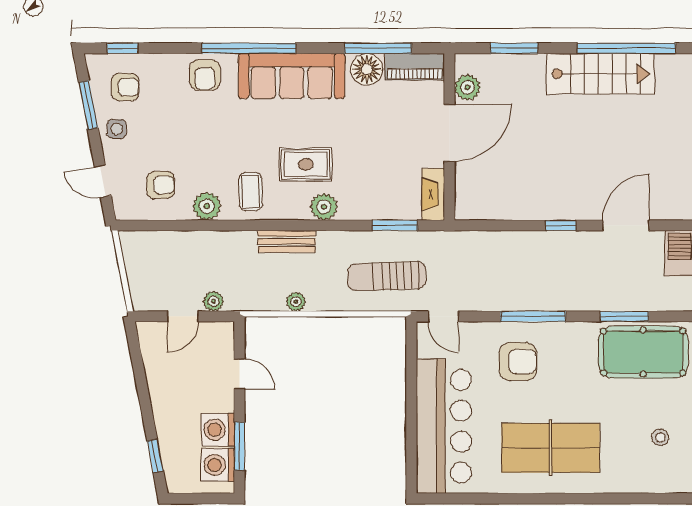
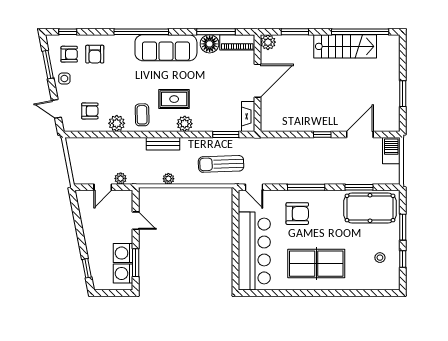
armchair: (205, 75) -> (95, 54), moved
plant: (467, 87) -> (268, 42), moved

